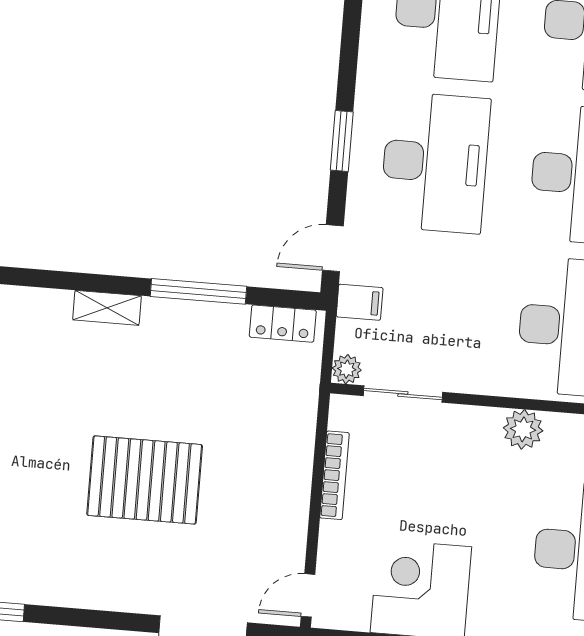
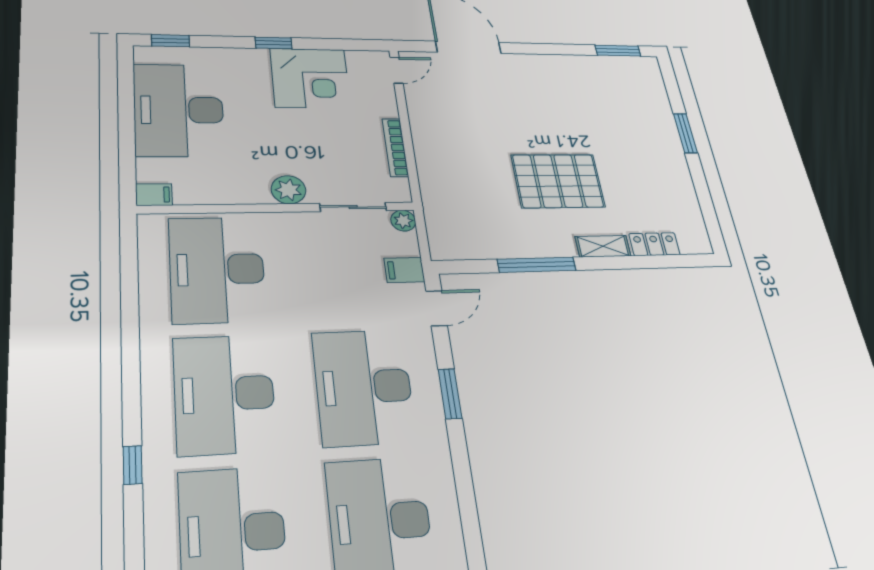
locker: (283, 324) -> (654, 244), moved
plant: (523, 429) -> (288, 190), moved
pallet: (145, 480) -> (558, 181), moved

